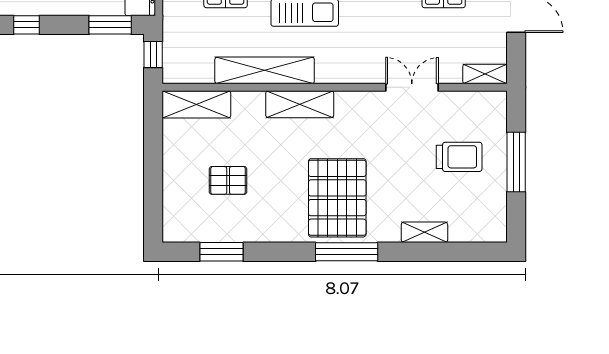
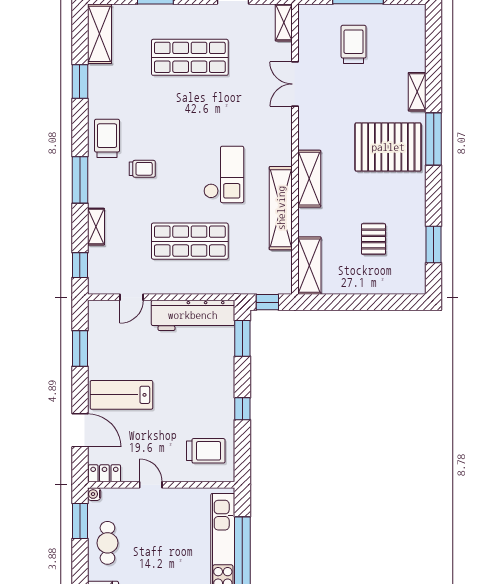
shelving: (424, 232) -> (417, 92), moved

